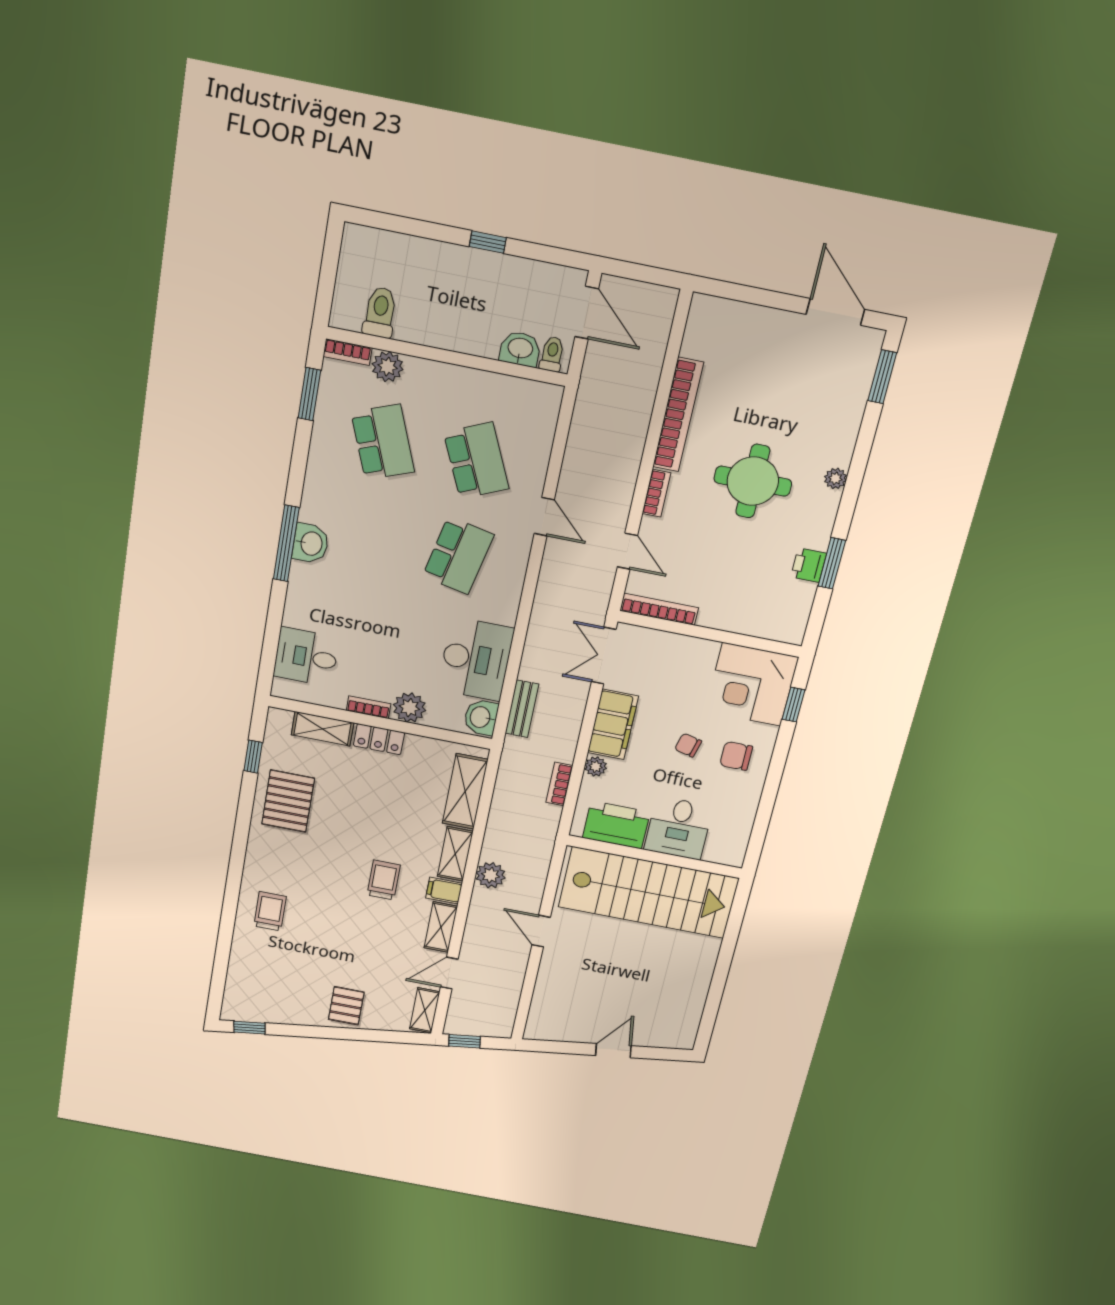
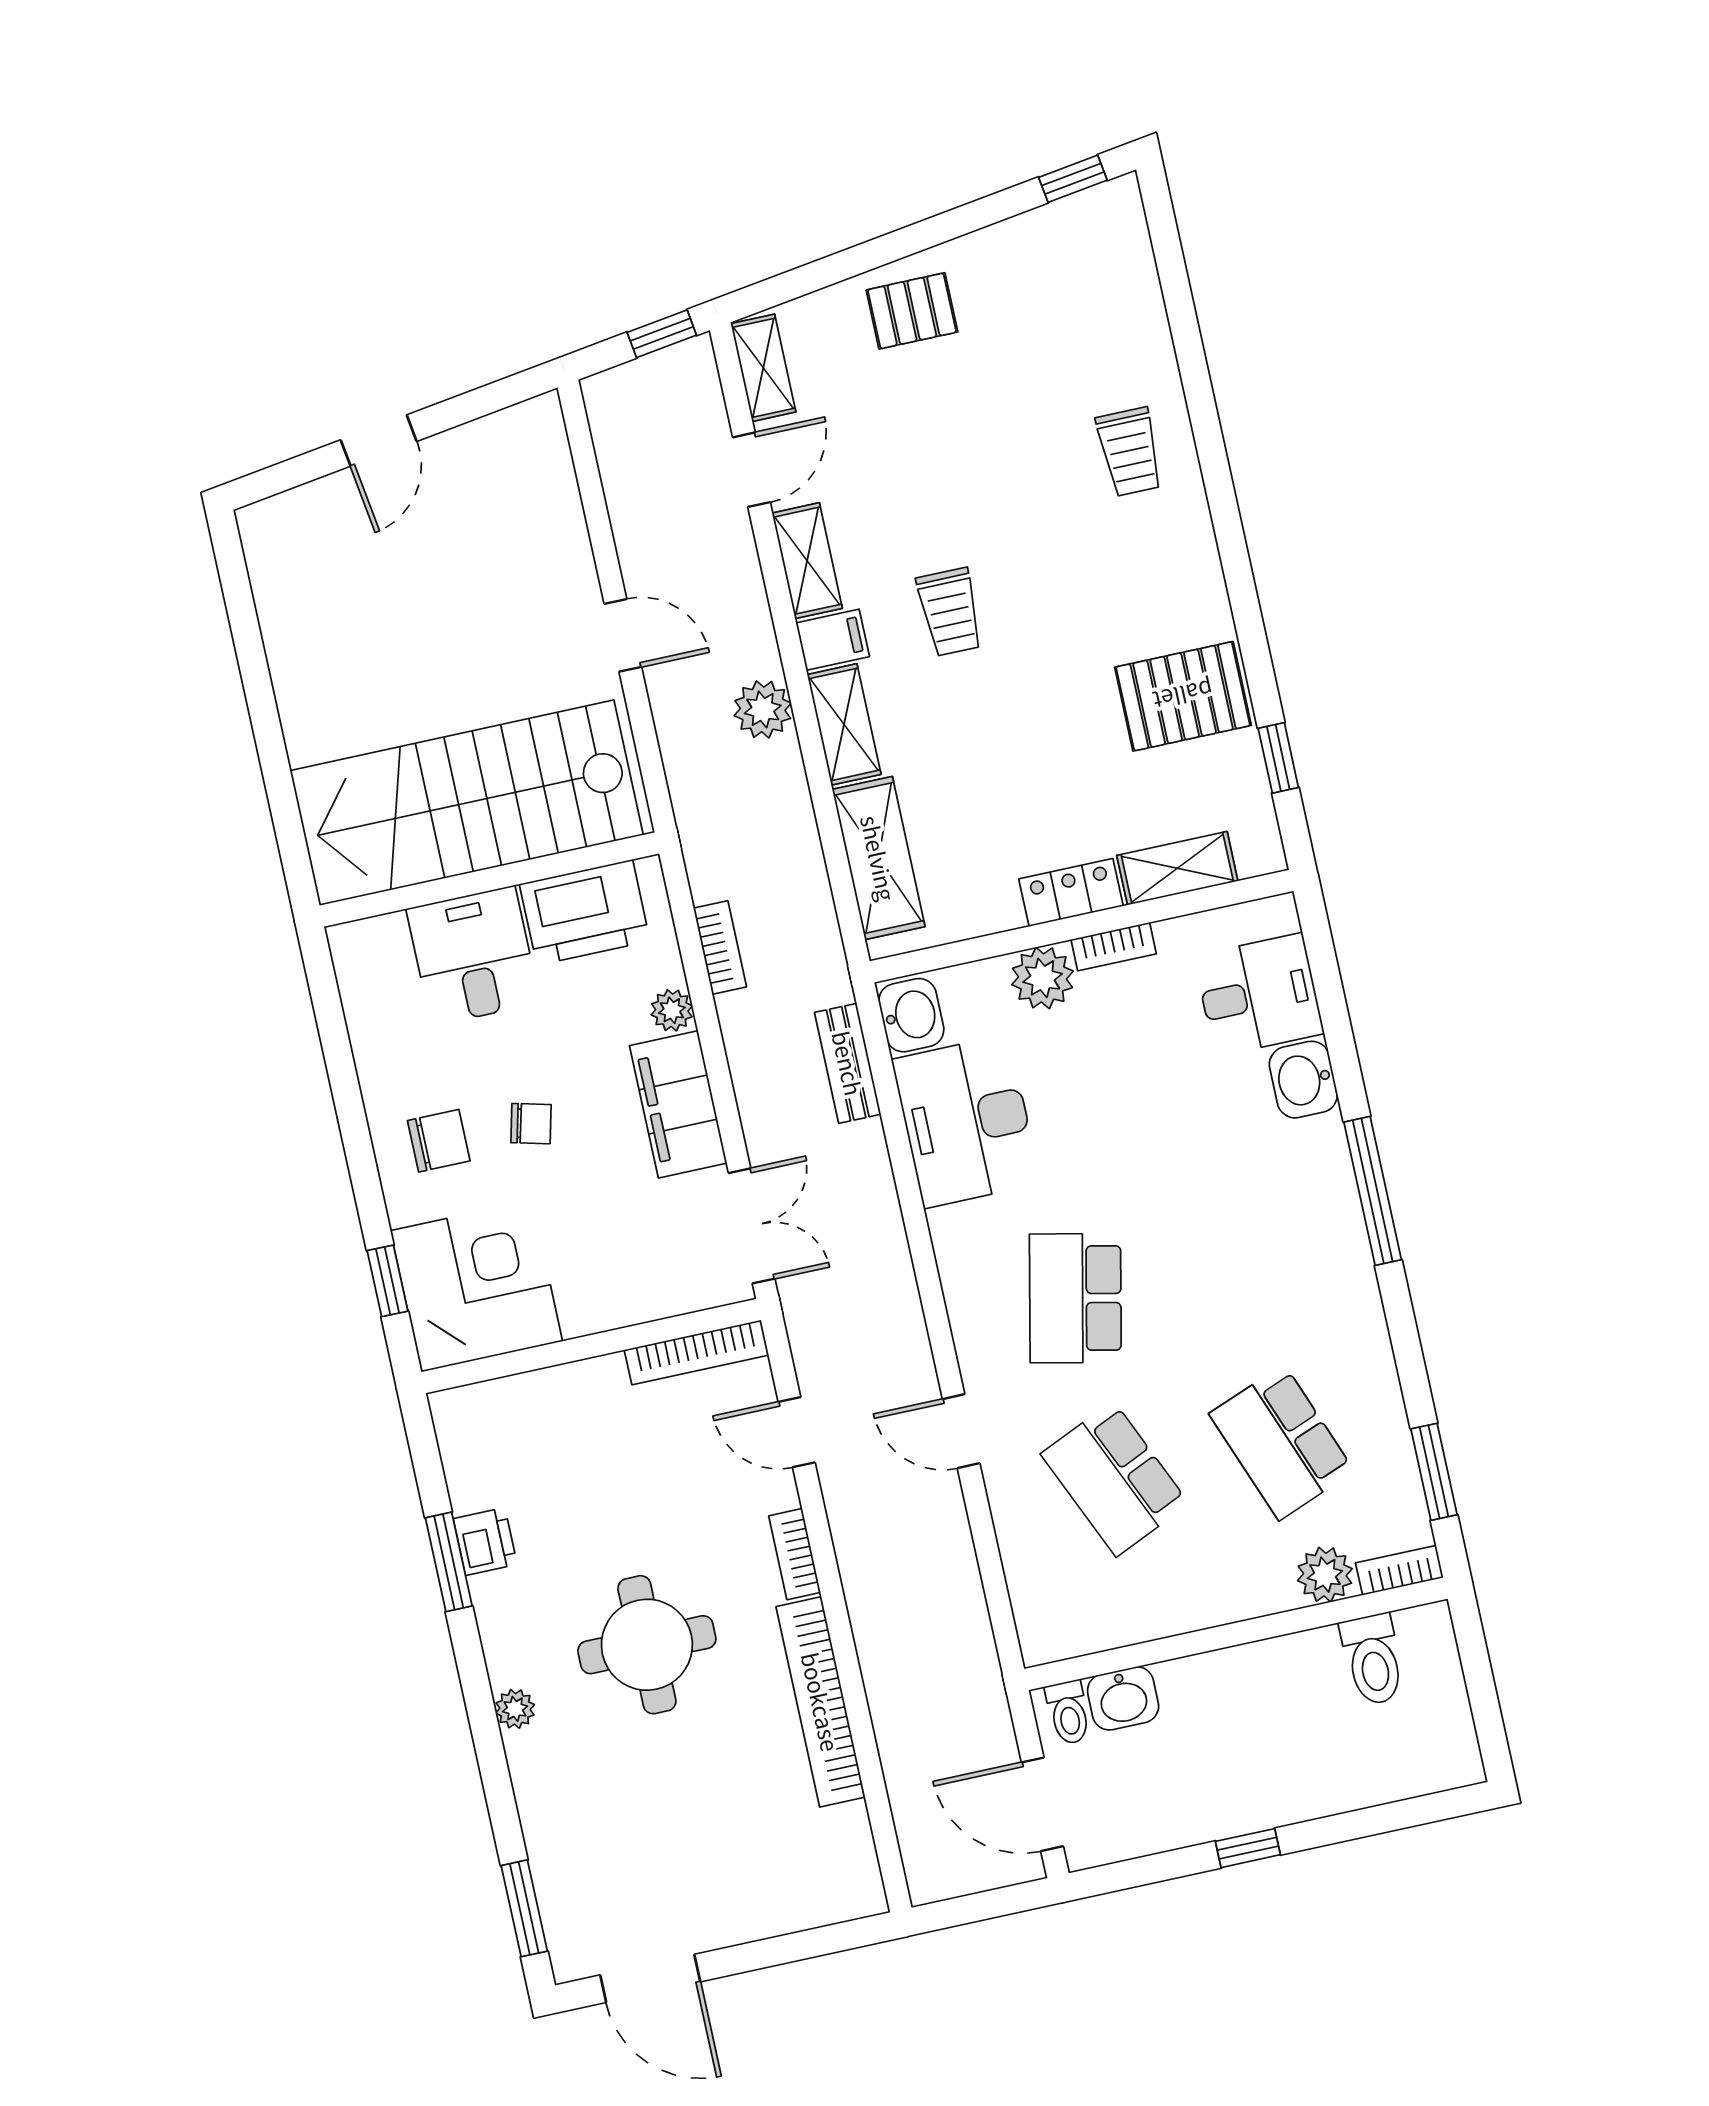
washbasin: (311, 543) -> (1303, 1080), moved
pallet: (288, 801) -> (1183, 696), turned 90
pallet: (346, 1006) -> (912, 311), turned 90

